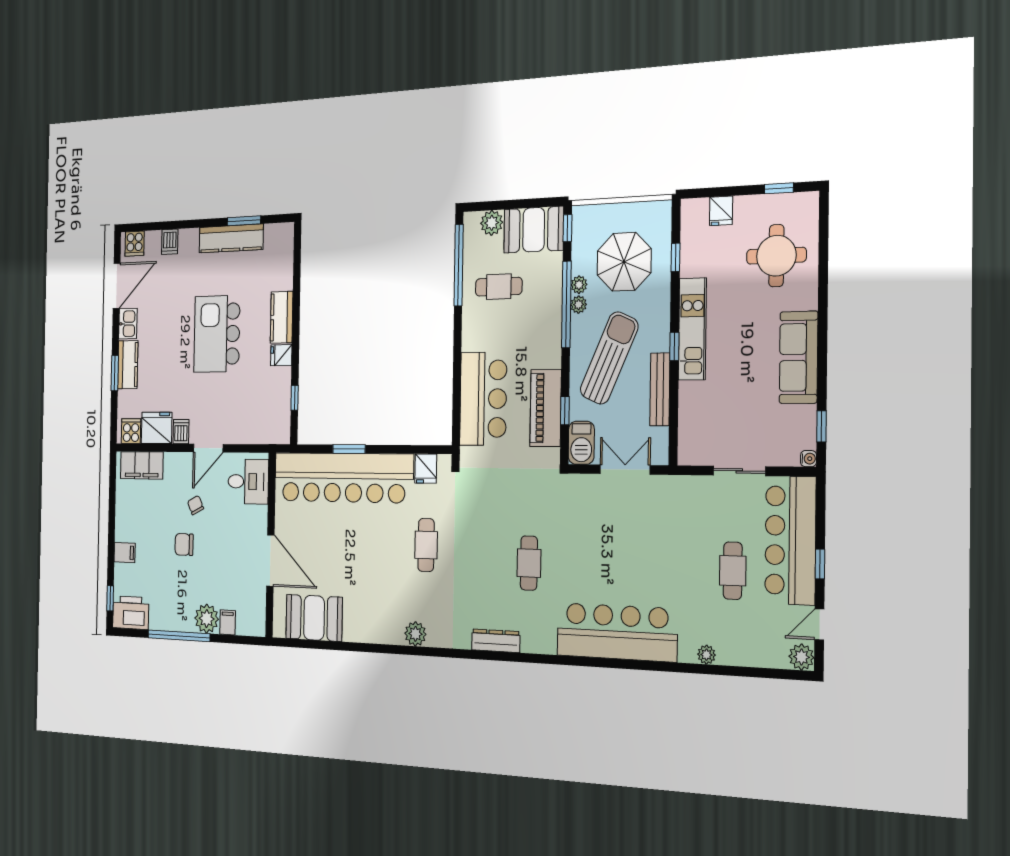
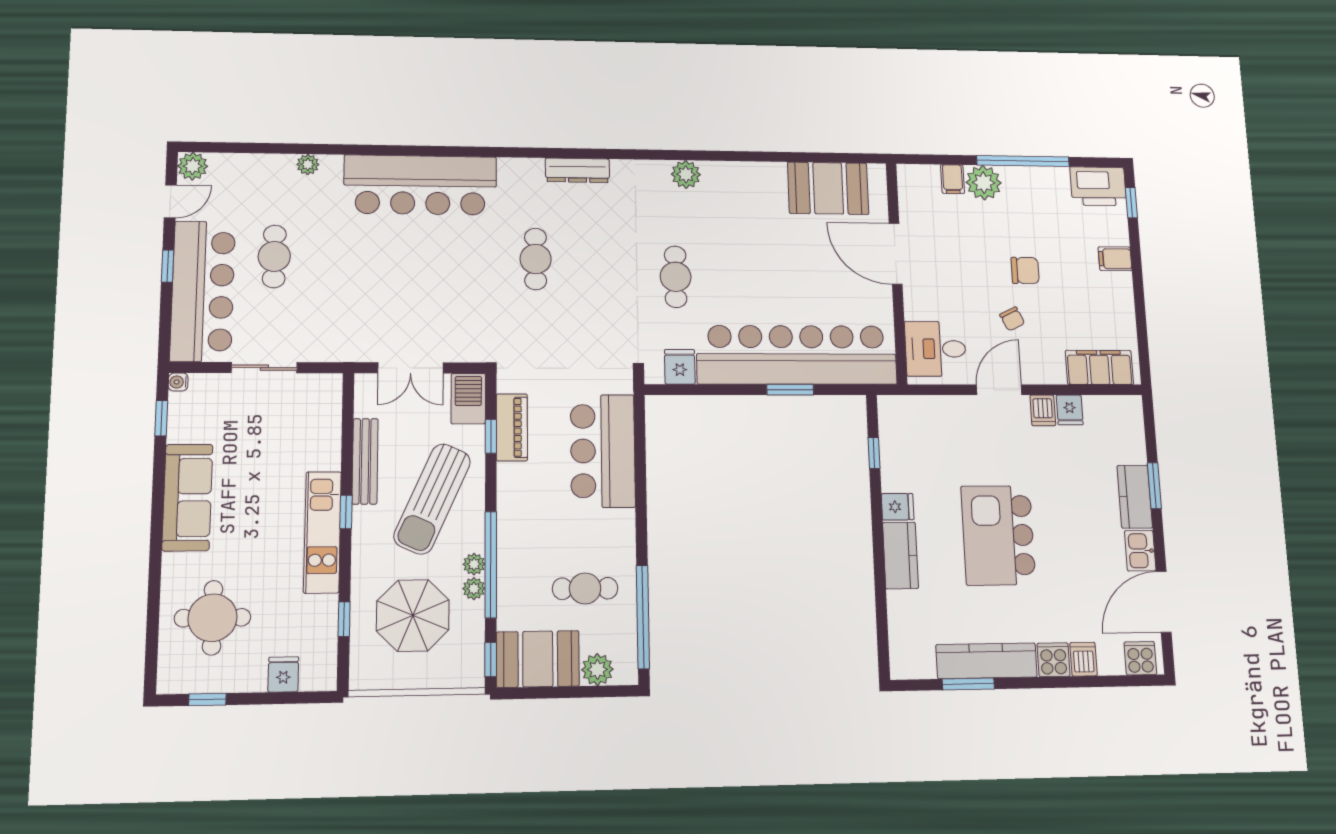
kitchen island: (217, 334) -> (998, 535), turned 180
piano: (546, 408) -> (512, 427), width x0.73, depth x0.75
fridge: (157, 428) -> (1070, 410), width x0.53, depth x0.75
cooker: (131, 431) -> (1054, 660), moved, turned 180

